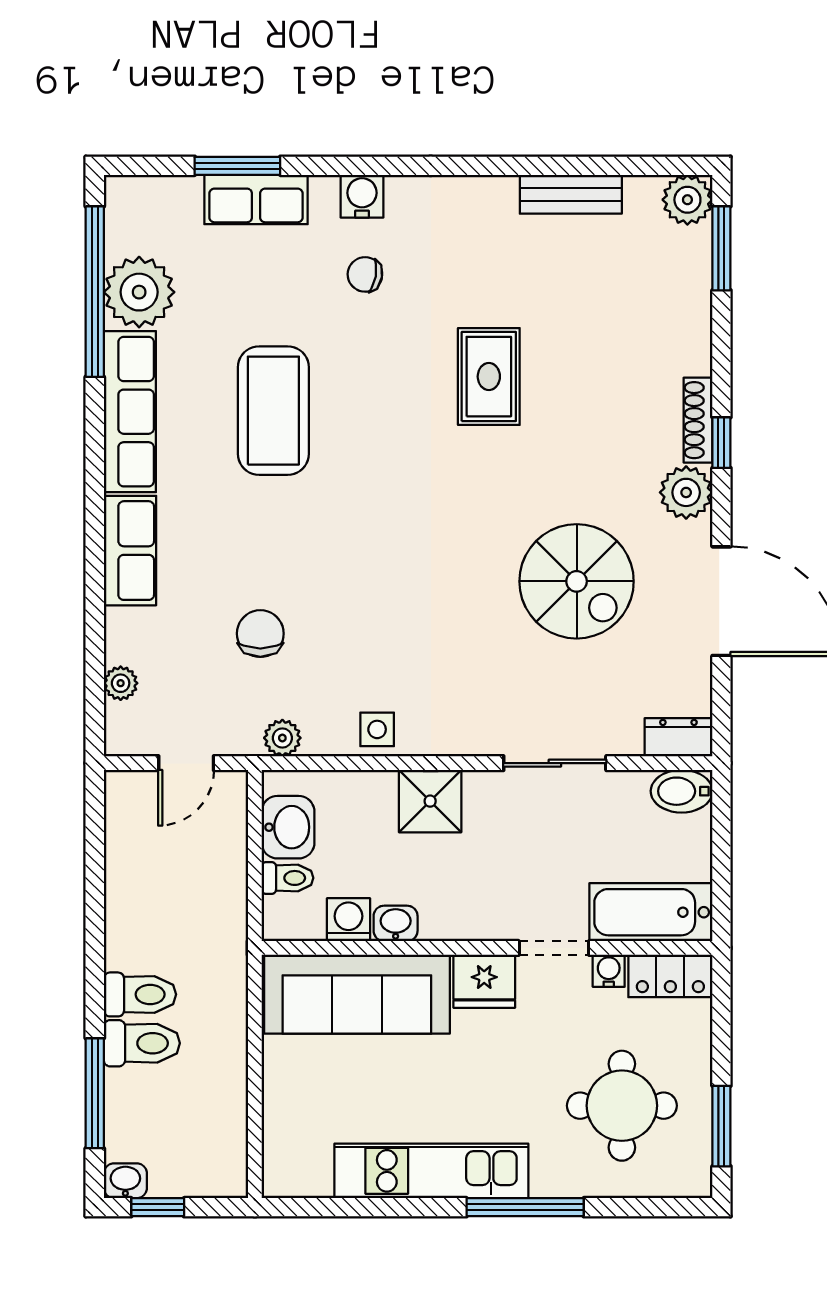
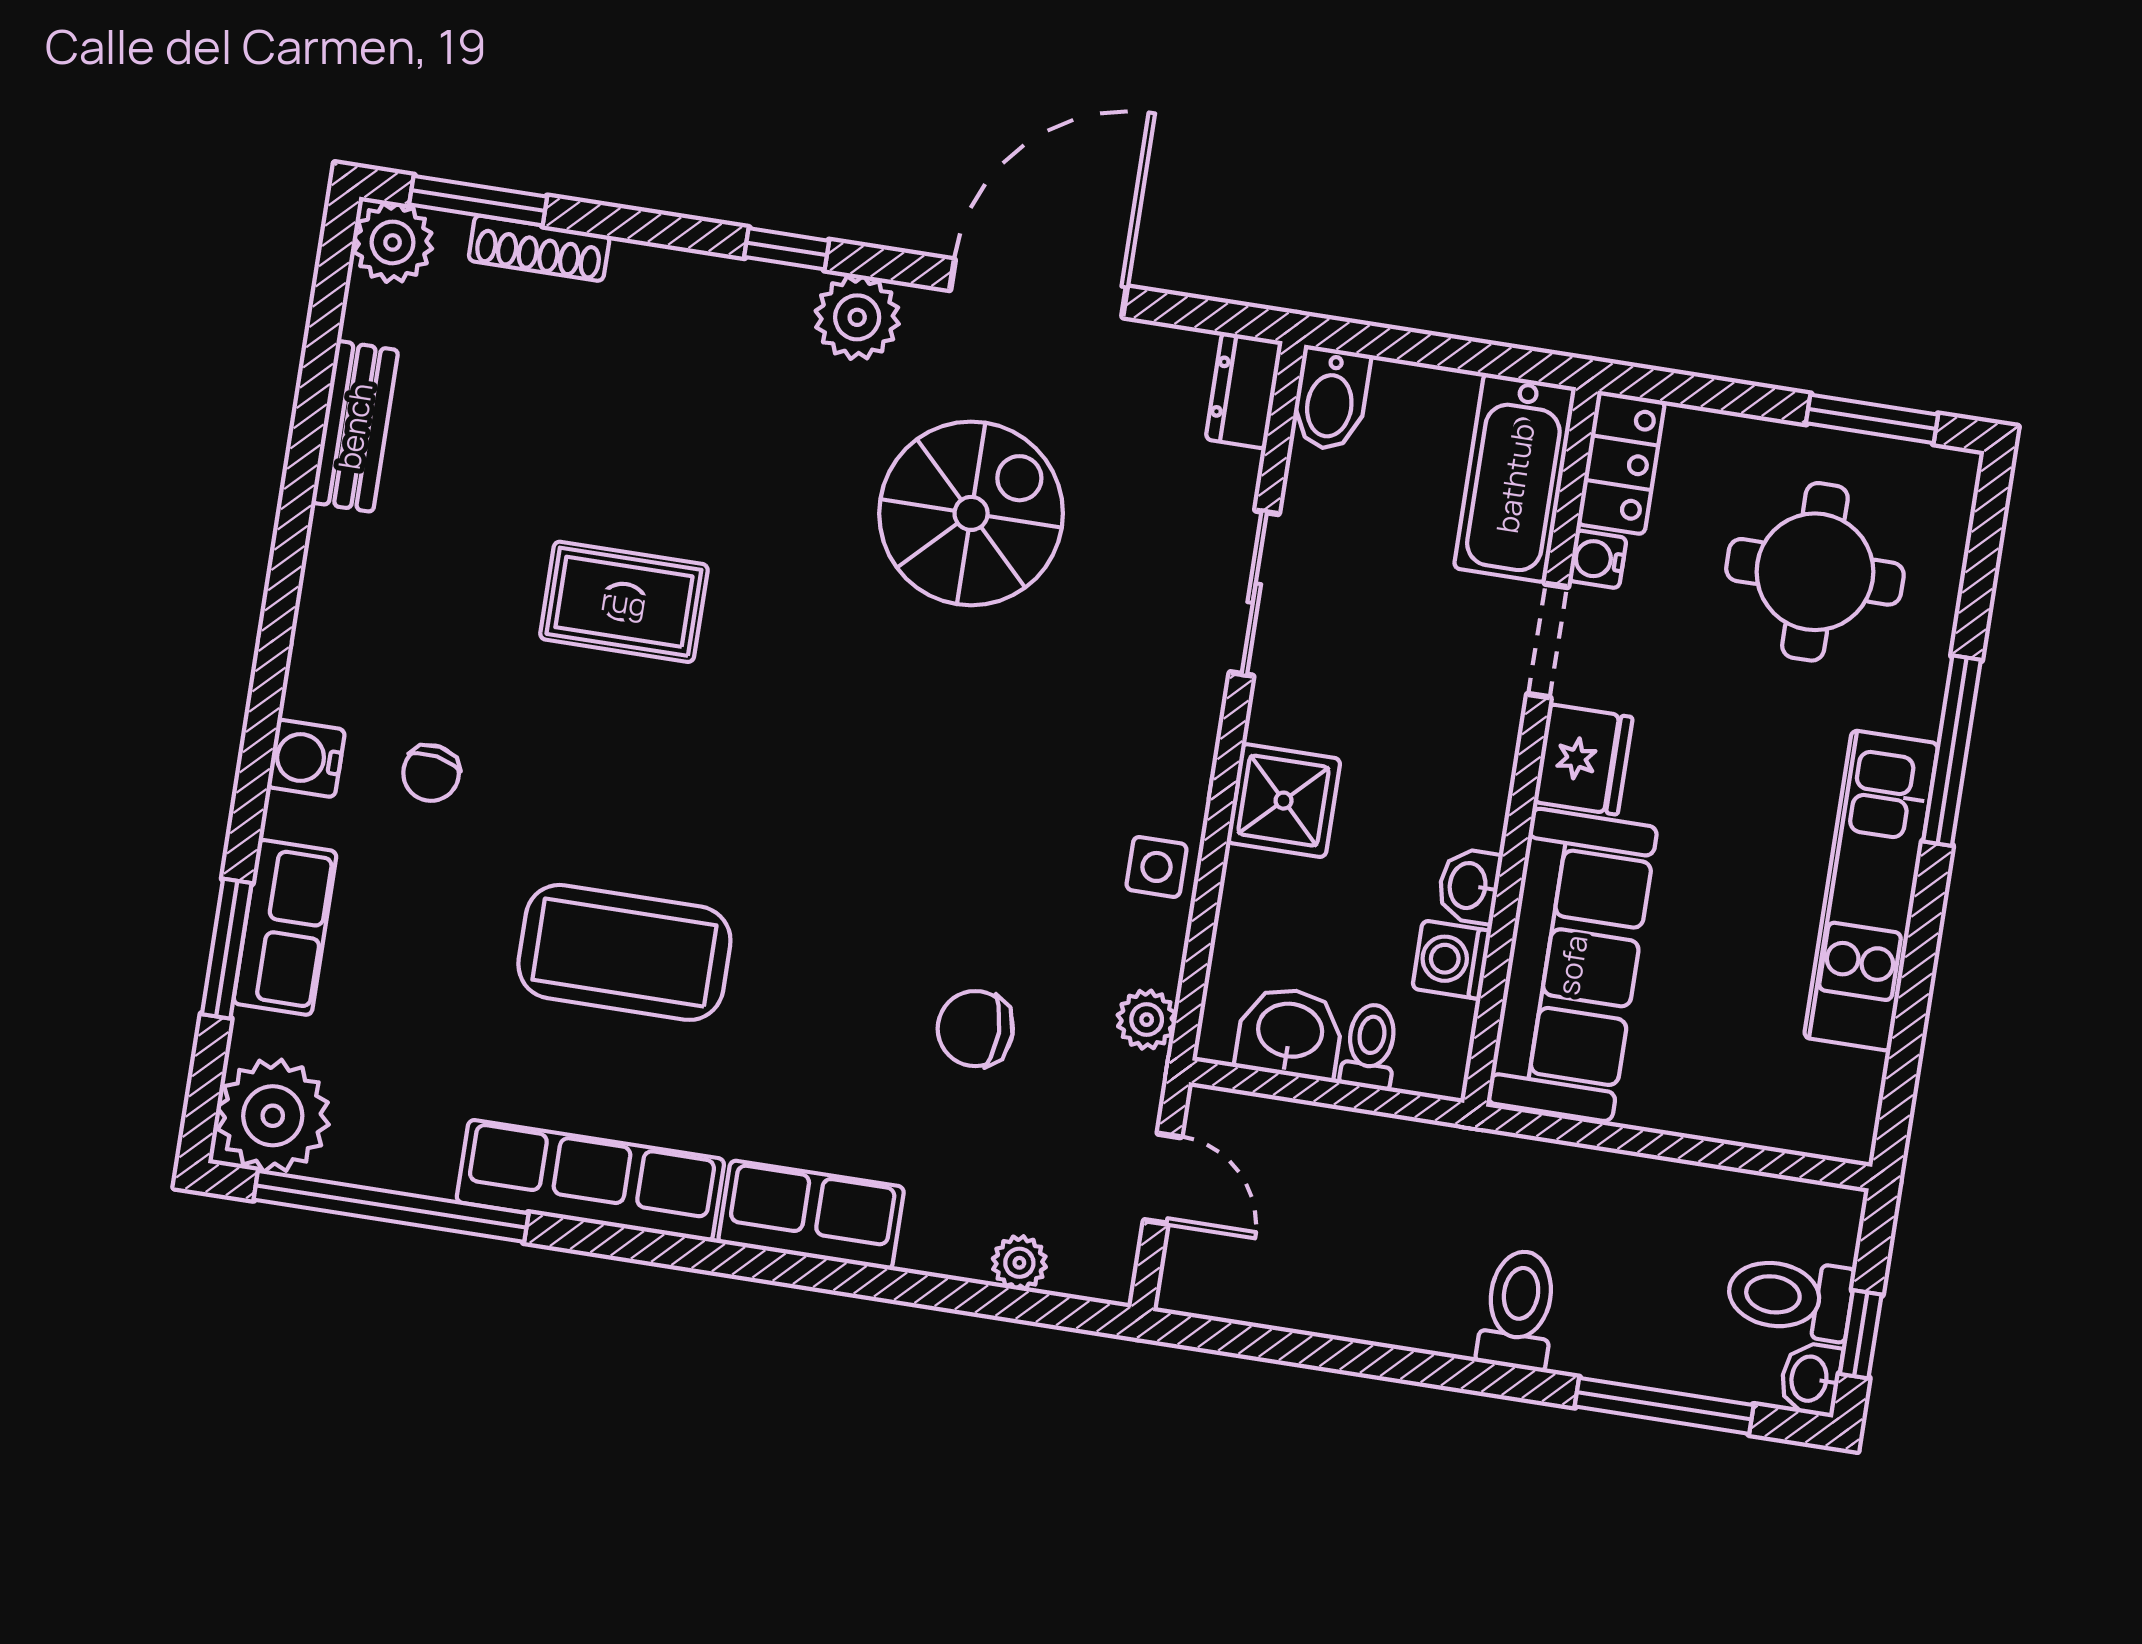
plant: (139, 292) -> (273, 1116), moved
shoe rack: (698, 420) -> (539, 248), moved
toilet: (142, 1043) -> (1790, 1297), moved, turned -90

